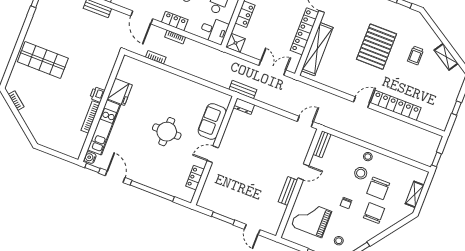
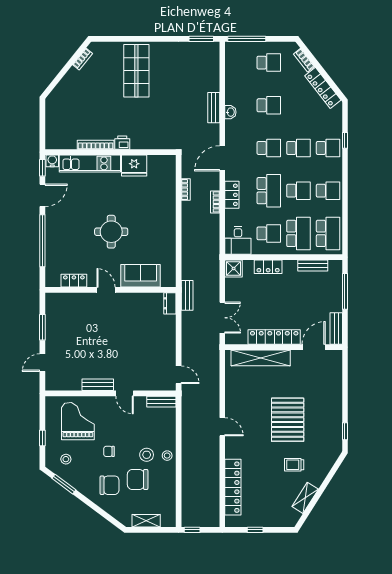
pallet: (377, 47) -> (288, 420), turned 90
locker: (396, 105) -> (233, 487), moved

